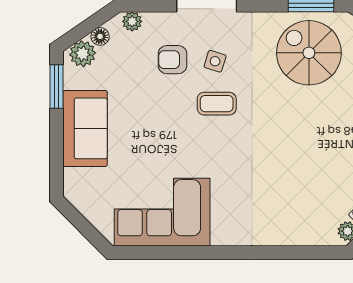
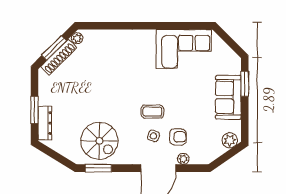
plant: (132, 21) -> (183, 159), moved
floor lamp: (100, 36) -> (220, 150), removed
window: (57, 86) -> (245, 84), moved

